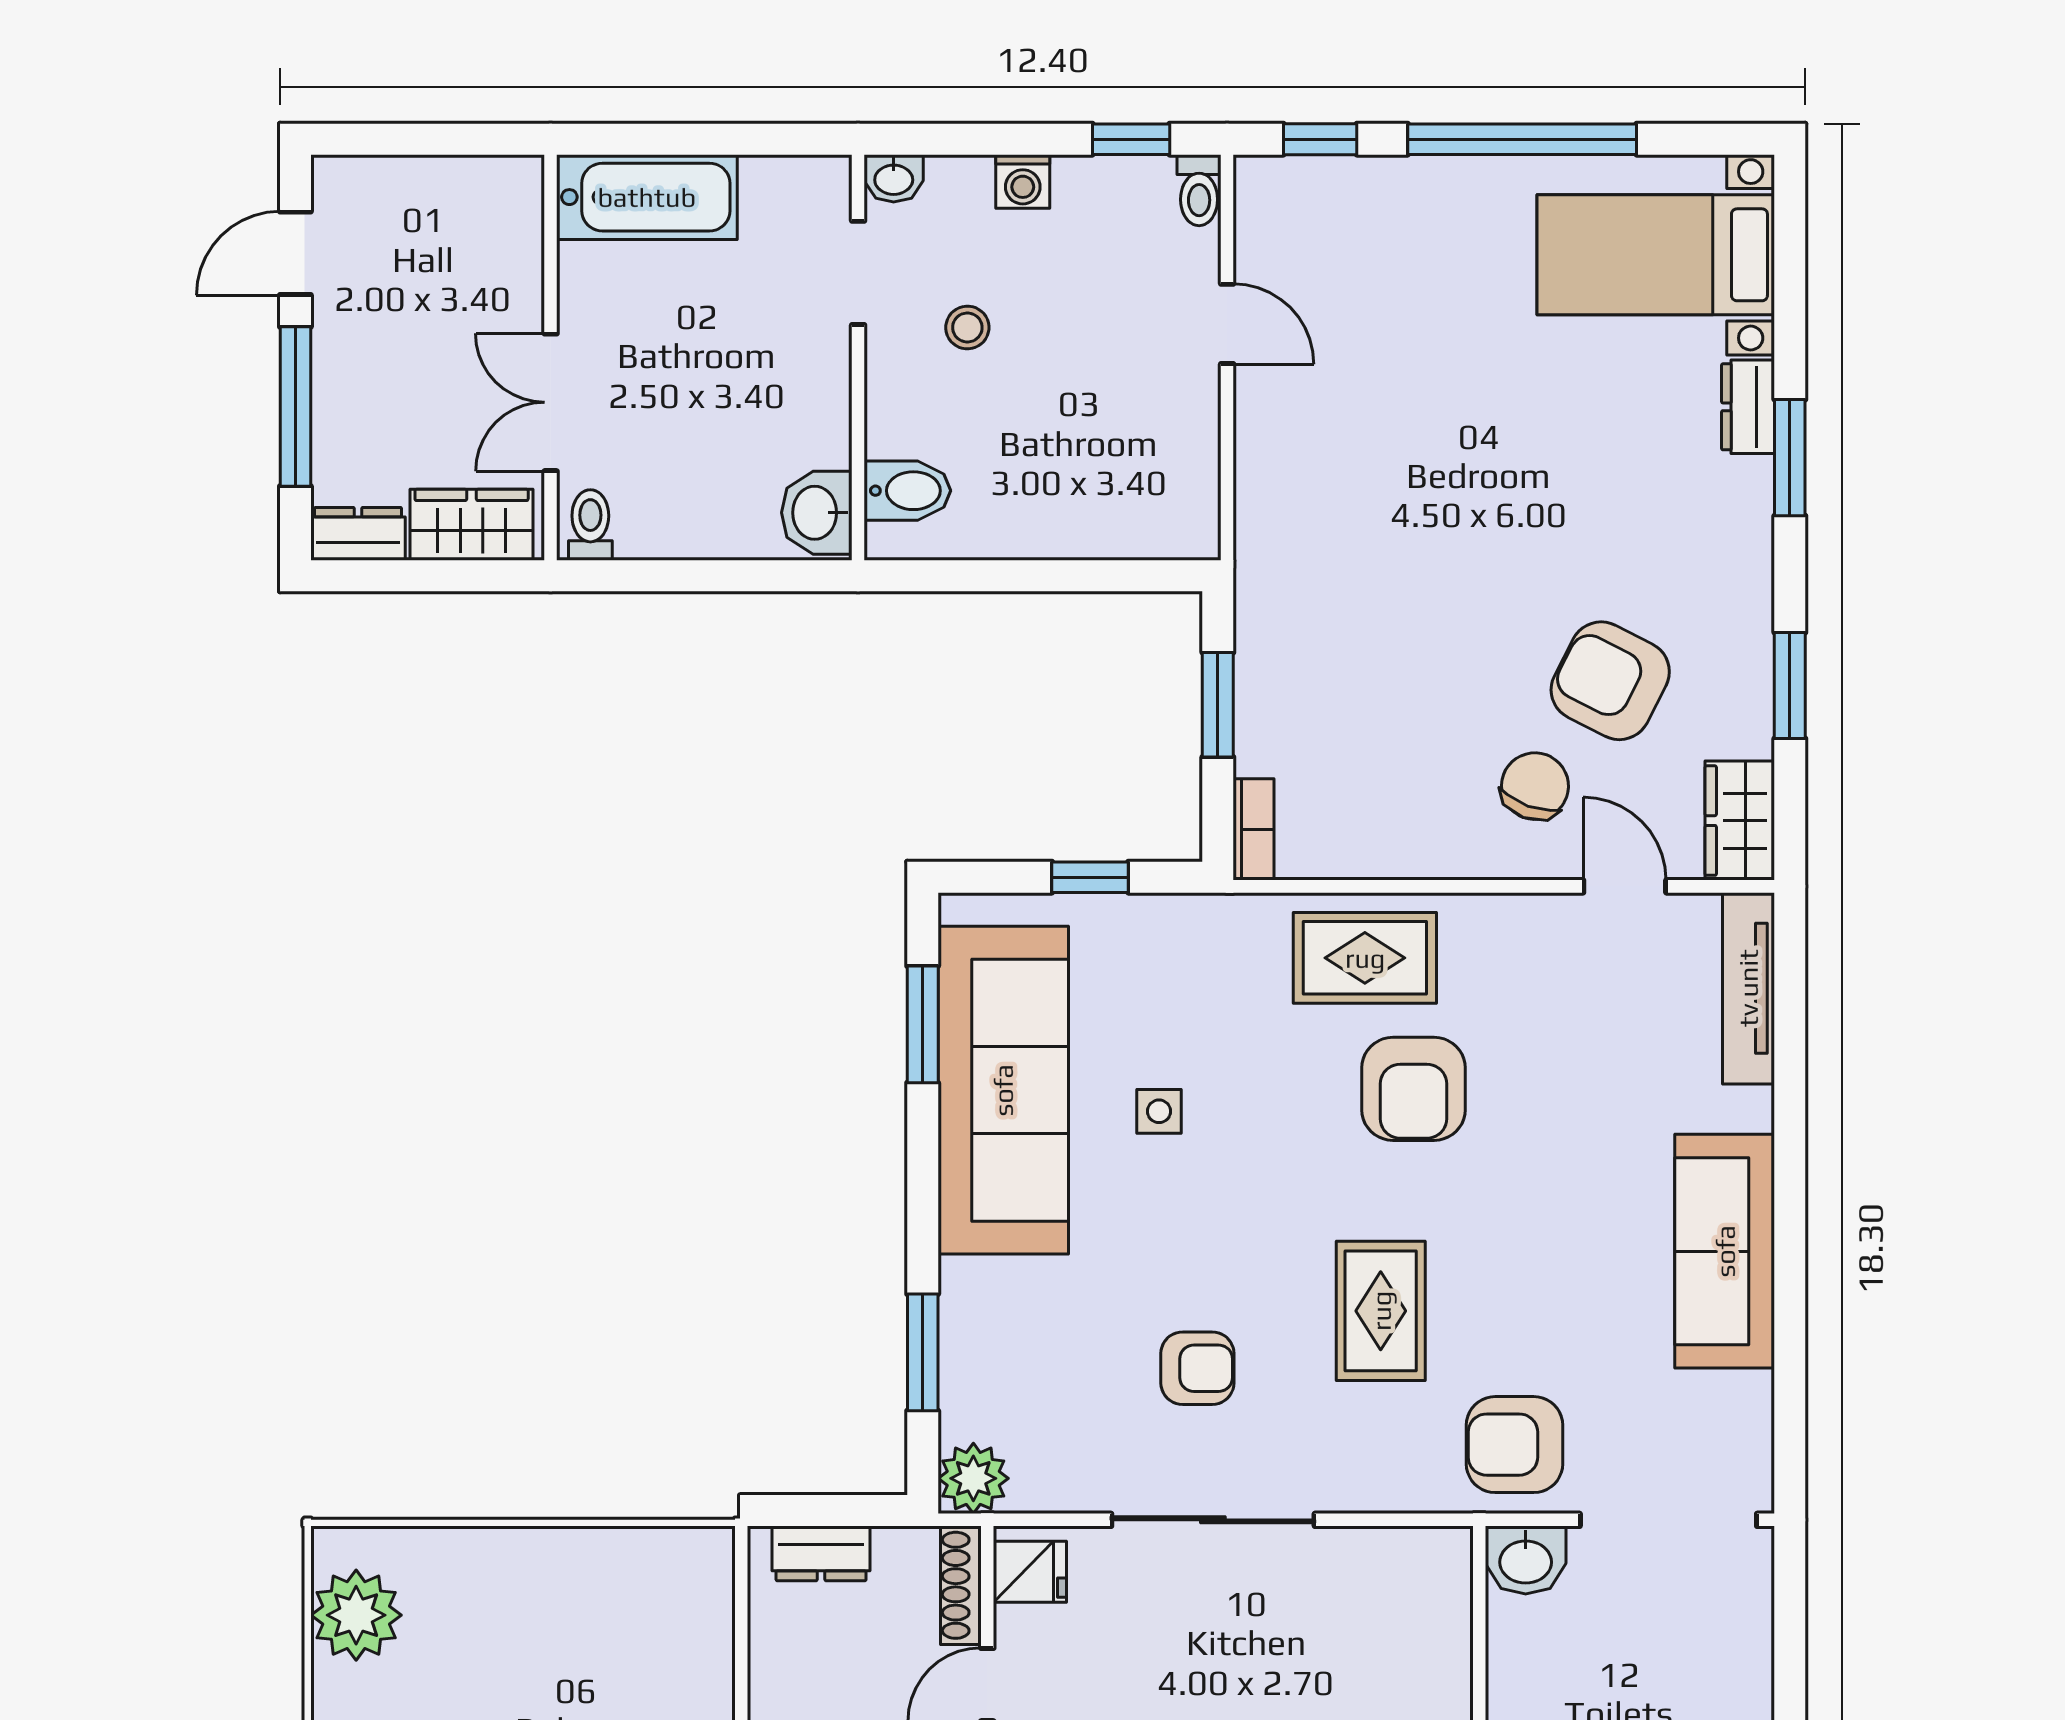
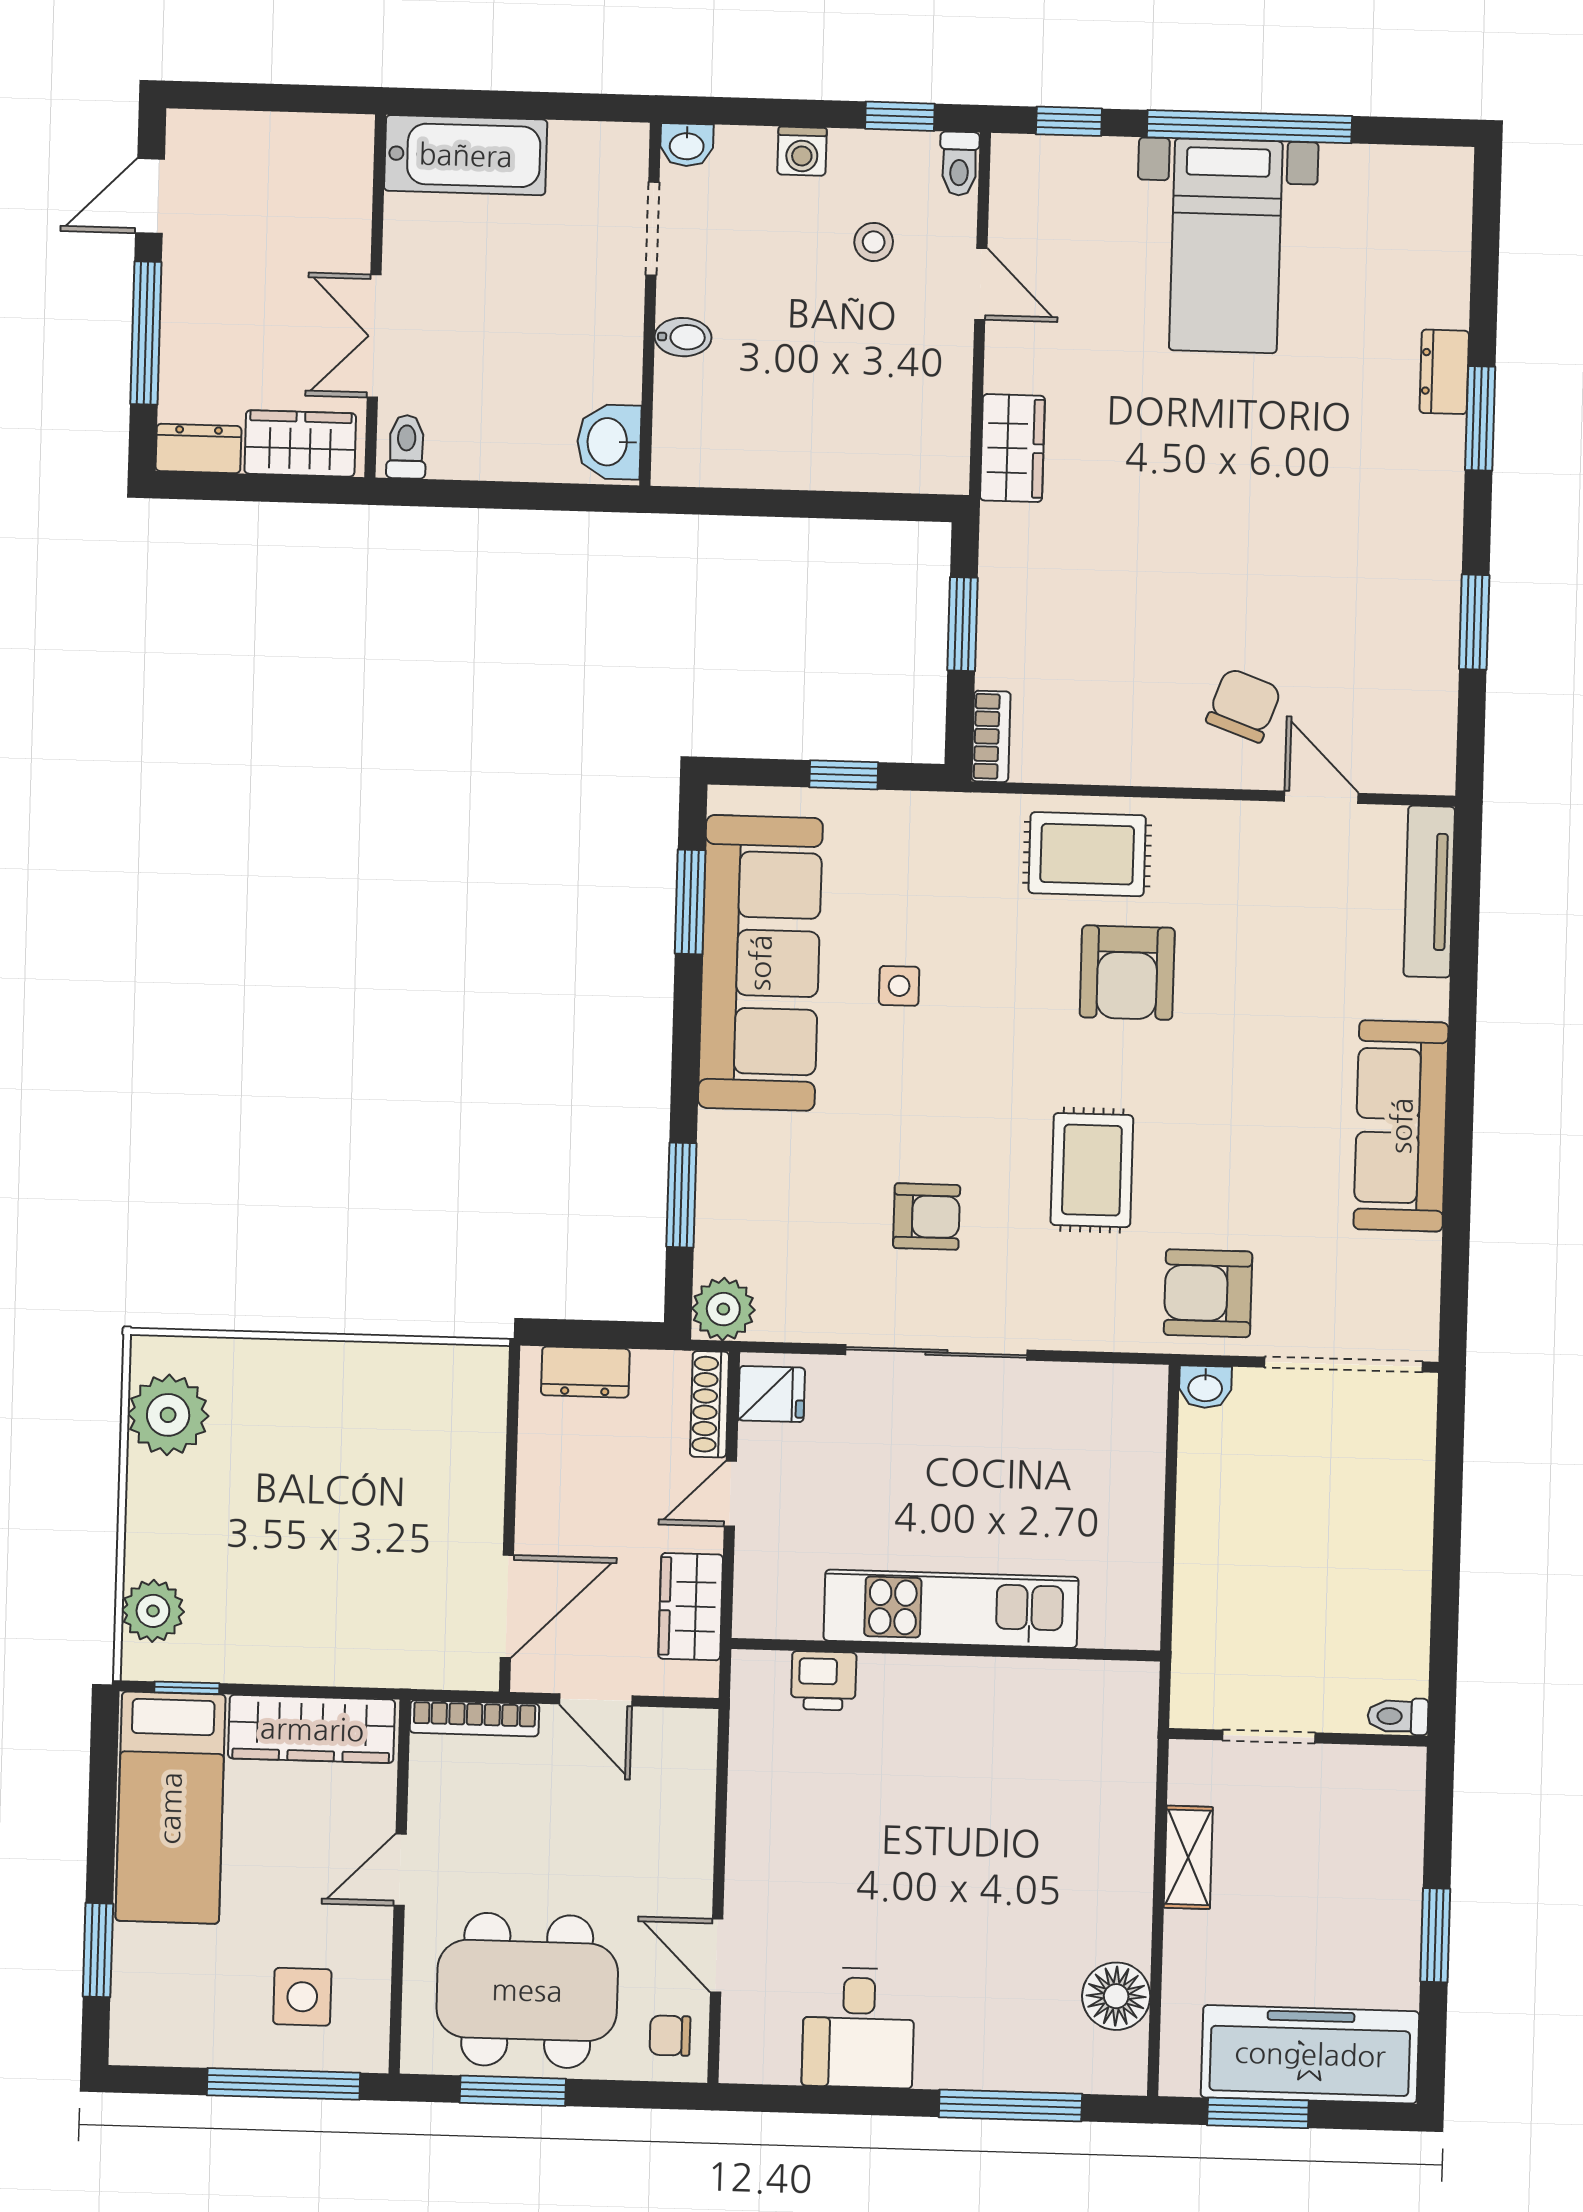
bed with nightstands: (1656, 255) -> (1226, 246), moved, turned -90
stool: (967, 327) -> (874, 242), moved
bidet: (907, 491) -> (683, 337), moved, width x0.72, depth x0.74
armchair: (1610, 681) -> (1314, 613), removed
wardrobe: (1740, 821) -> (1012, 448), moved, turned 180
washbasin: (1526, 1560) -> (1205, 1387), width x0.72, depth x0.69

